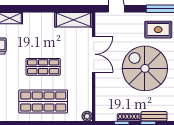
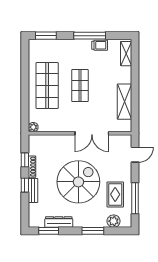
shelving: (73, 20) -> (124, 102), moved

